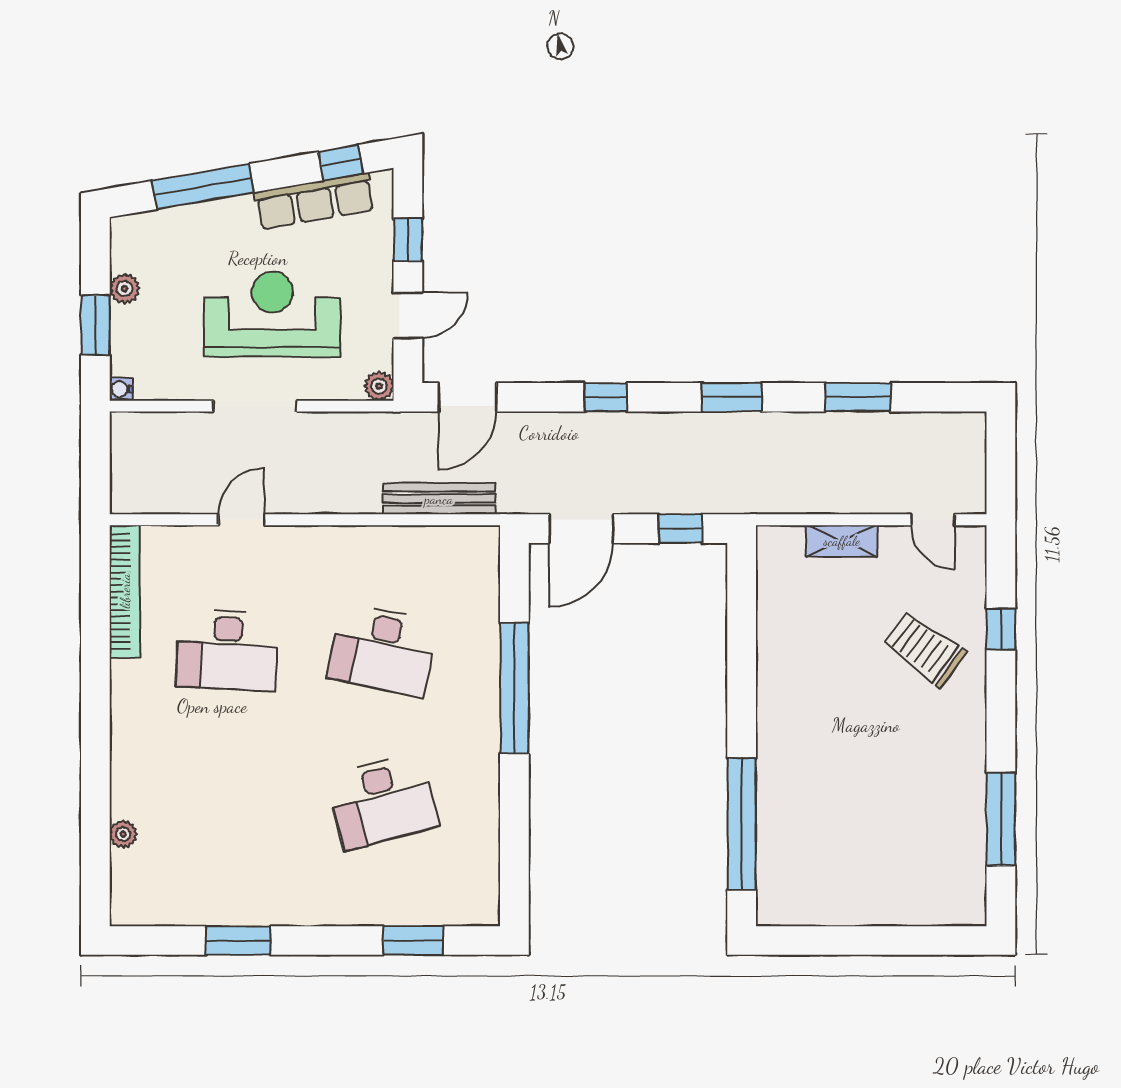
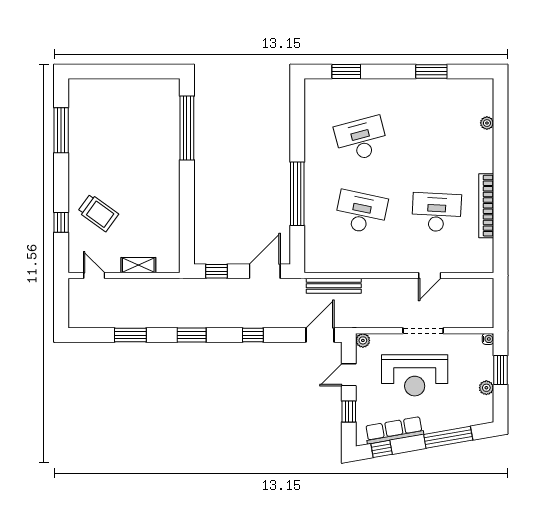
bookcase: (125, 591) -> (486, 206), moved

